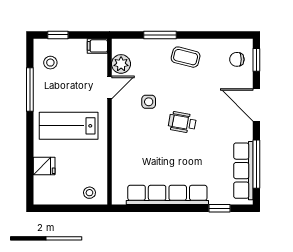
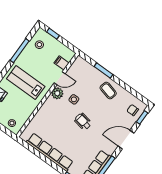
filing cabinet: (97, 46) -> (62, 63), moved
plant: (121, 64) -> (57, 93), moved
door: (256, 105) -> (126, 140), hinge flipped

